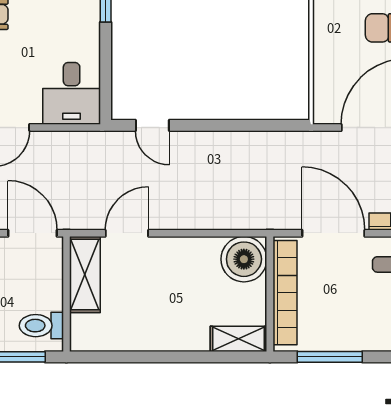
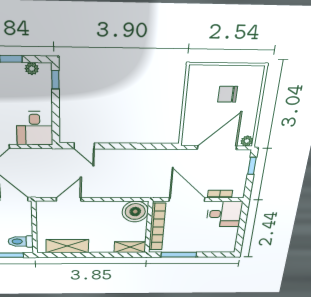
shelving: (85, 274) -> (67, 246), moved, turned 90

